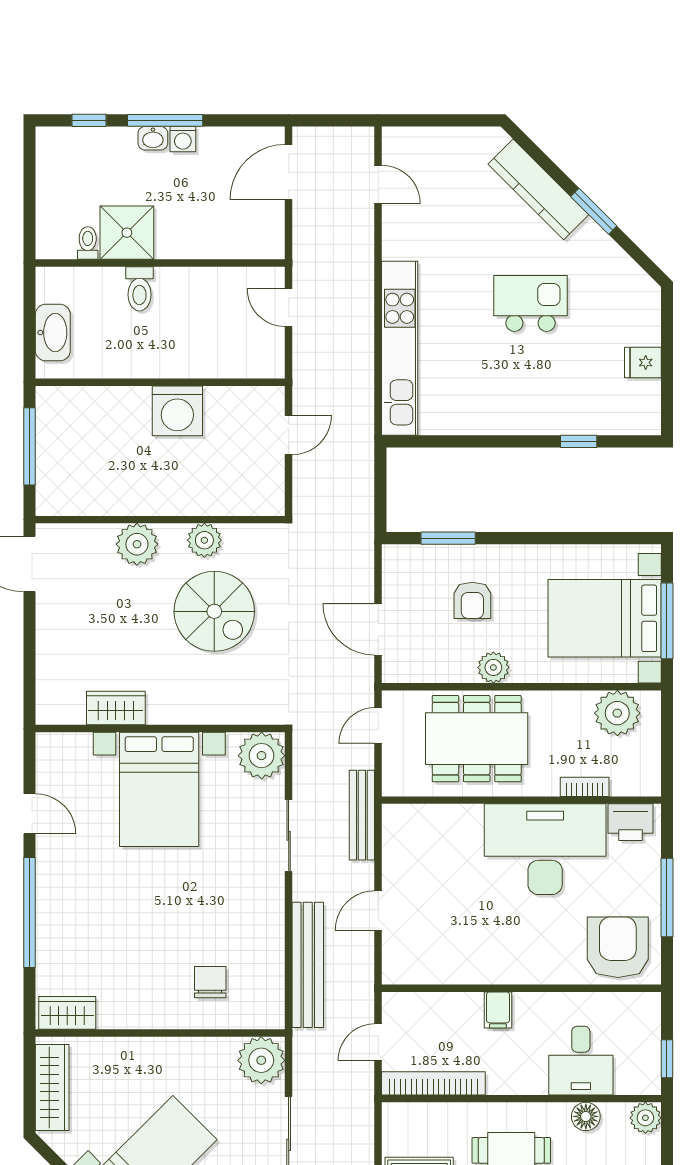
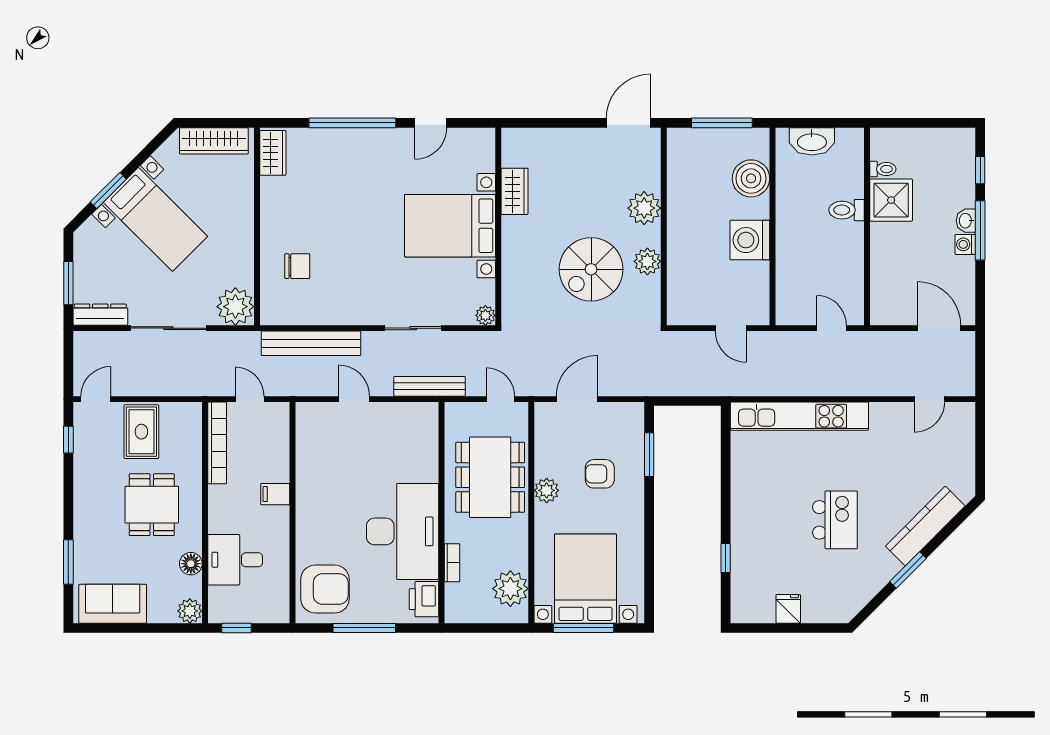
door: (289, 308) -> (832, 328), hinge flipped
boiler: (100, 409) -> (751, 178), added
plant: (262, 756) -> (485, 315), width x0.53, depth x0.53

